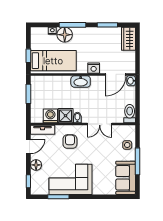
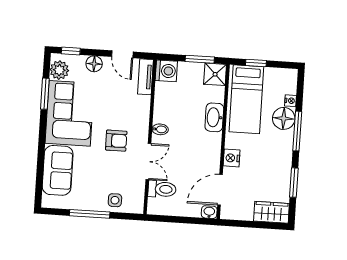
door: (116, 74) -> (220, 190), hinge flipped
washbasin: (81, 81) -> (214, 117), moved
toilet: (130, 114) -> (162, 189), moved
washing machine: (50, 116) -> (166, 71), moved
shower: (66, 116) -> (215, 74), moved
double door: (100, 124) -> (148, 162), swing flipped
armchair: (70, 142) -> (116, 141), moved
sofa: (126, 178) -> (58, 170), moved, turned 90
plant: (42, 188) -> (59, 70), added

